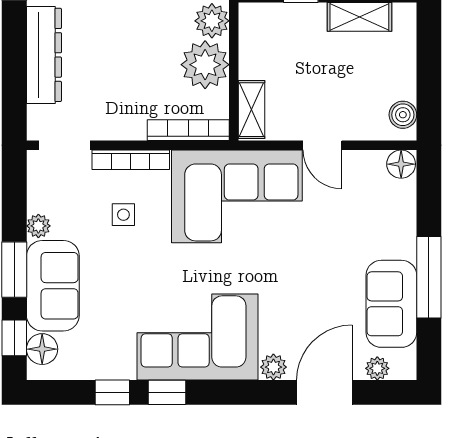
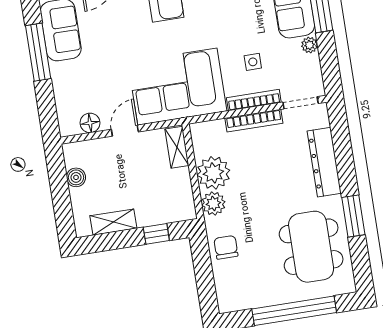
boiler: (403, 115) -> (76, 177), moved
bookcase: (188, 130) -> (254, 121), moved
door: (322, 145) -> (125, 131), hinge flipped
floor lamp: (401, 164) -> (90, 123), moved

